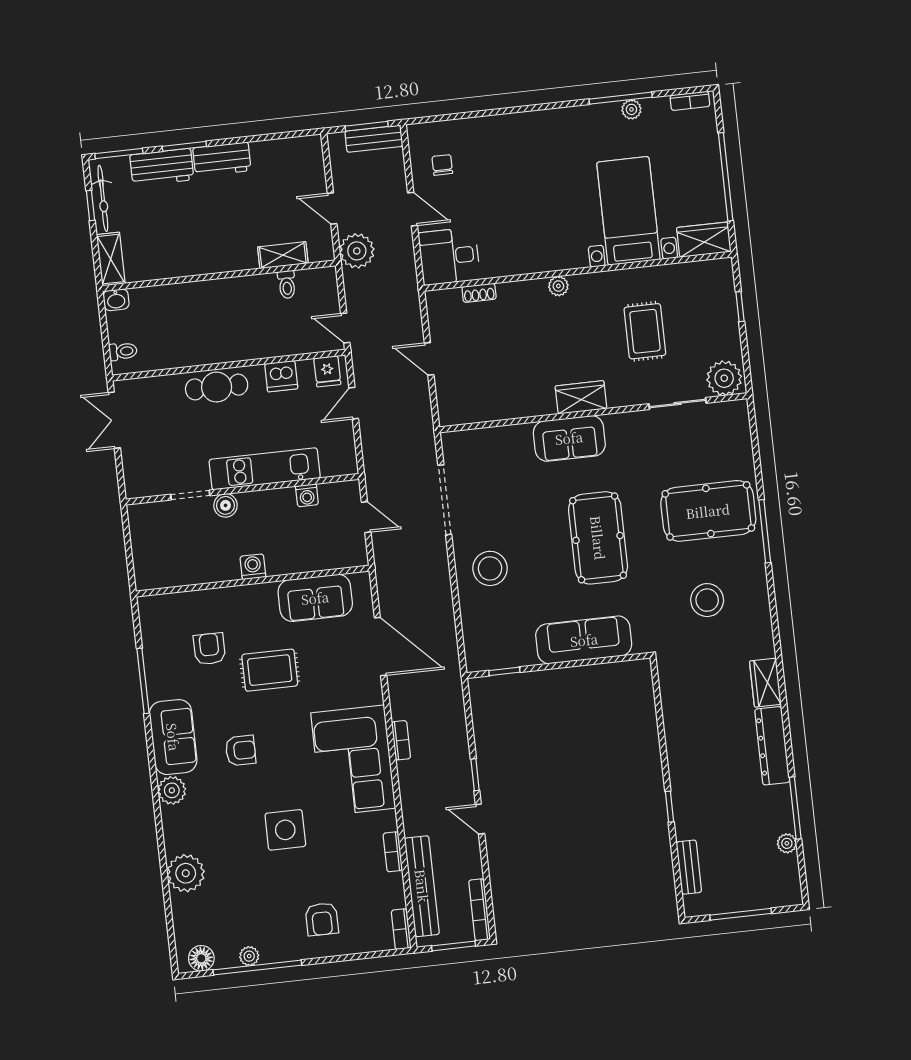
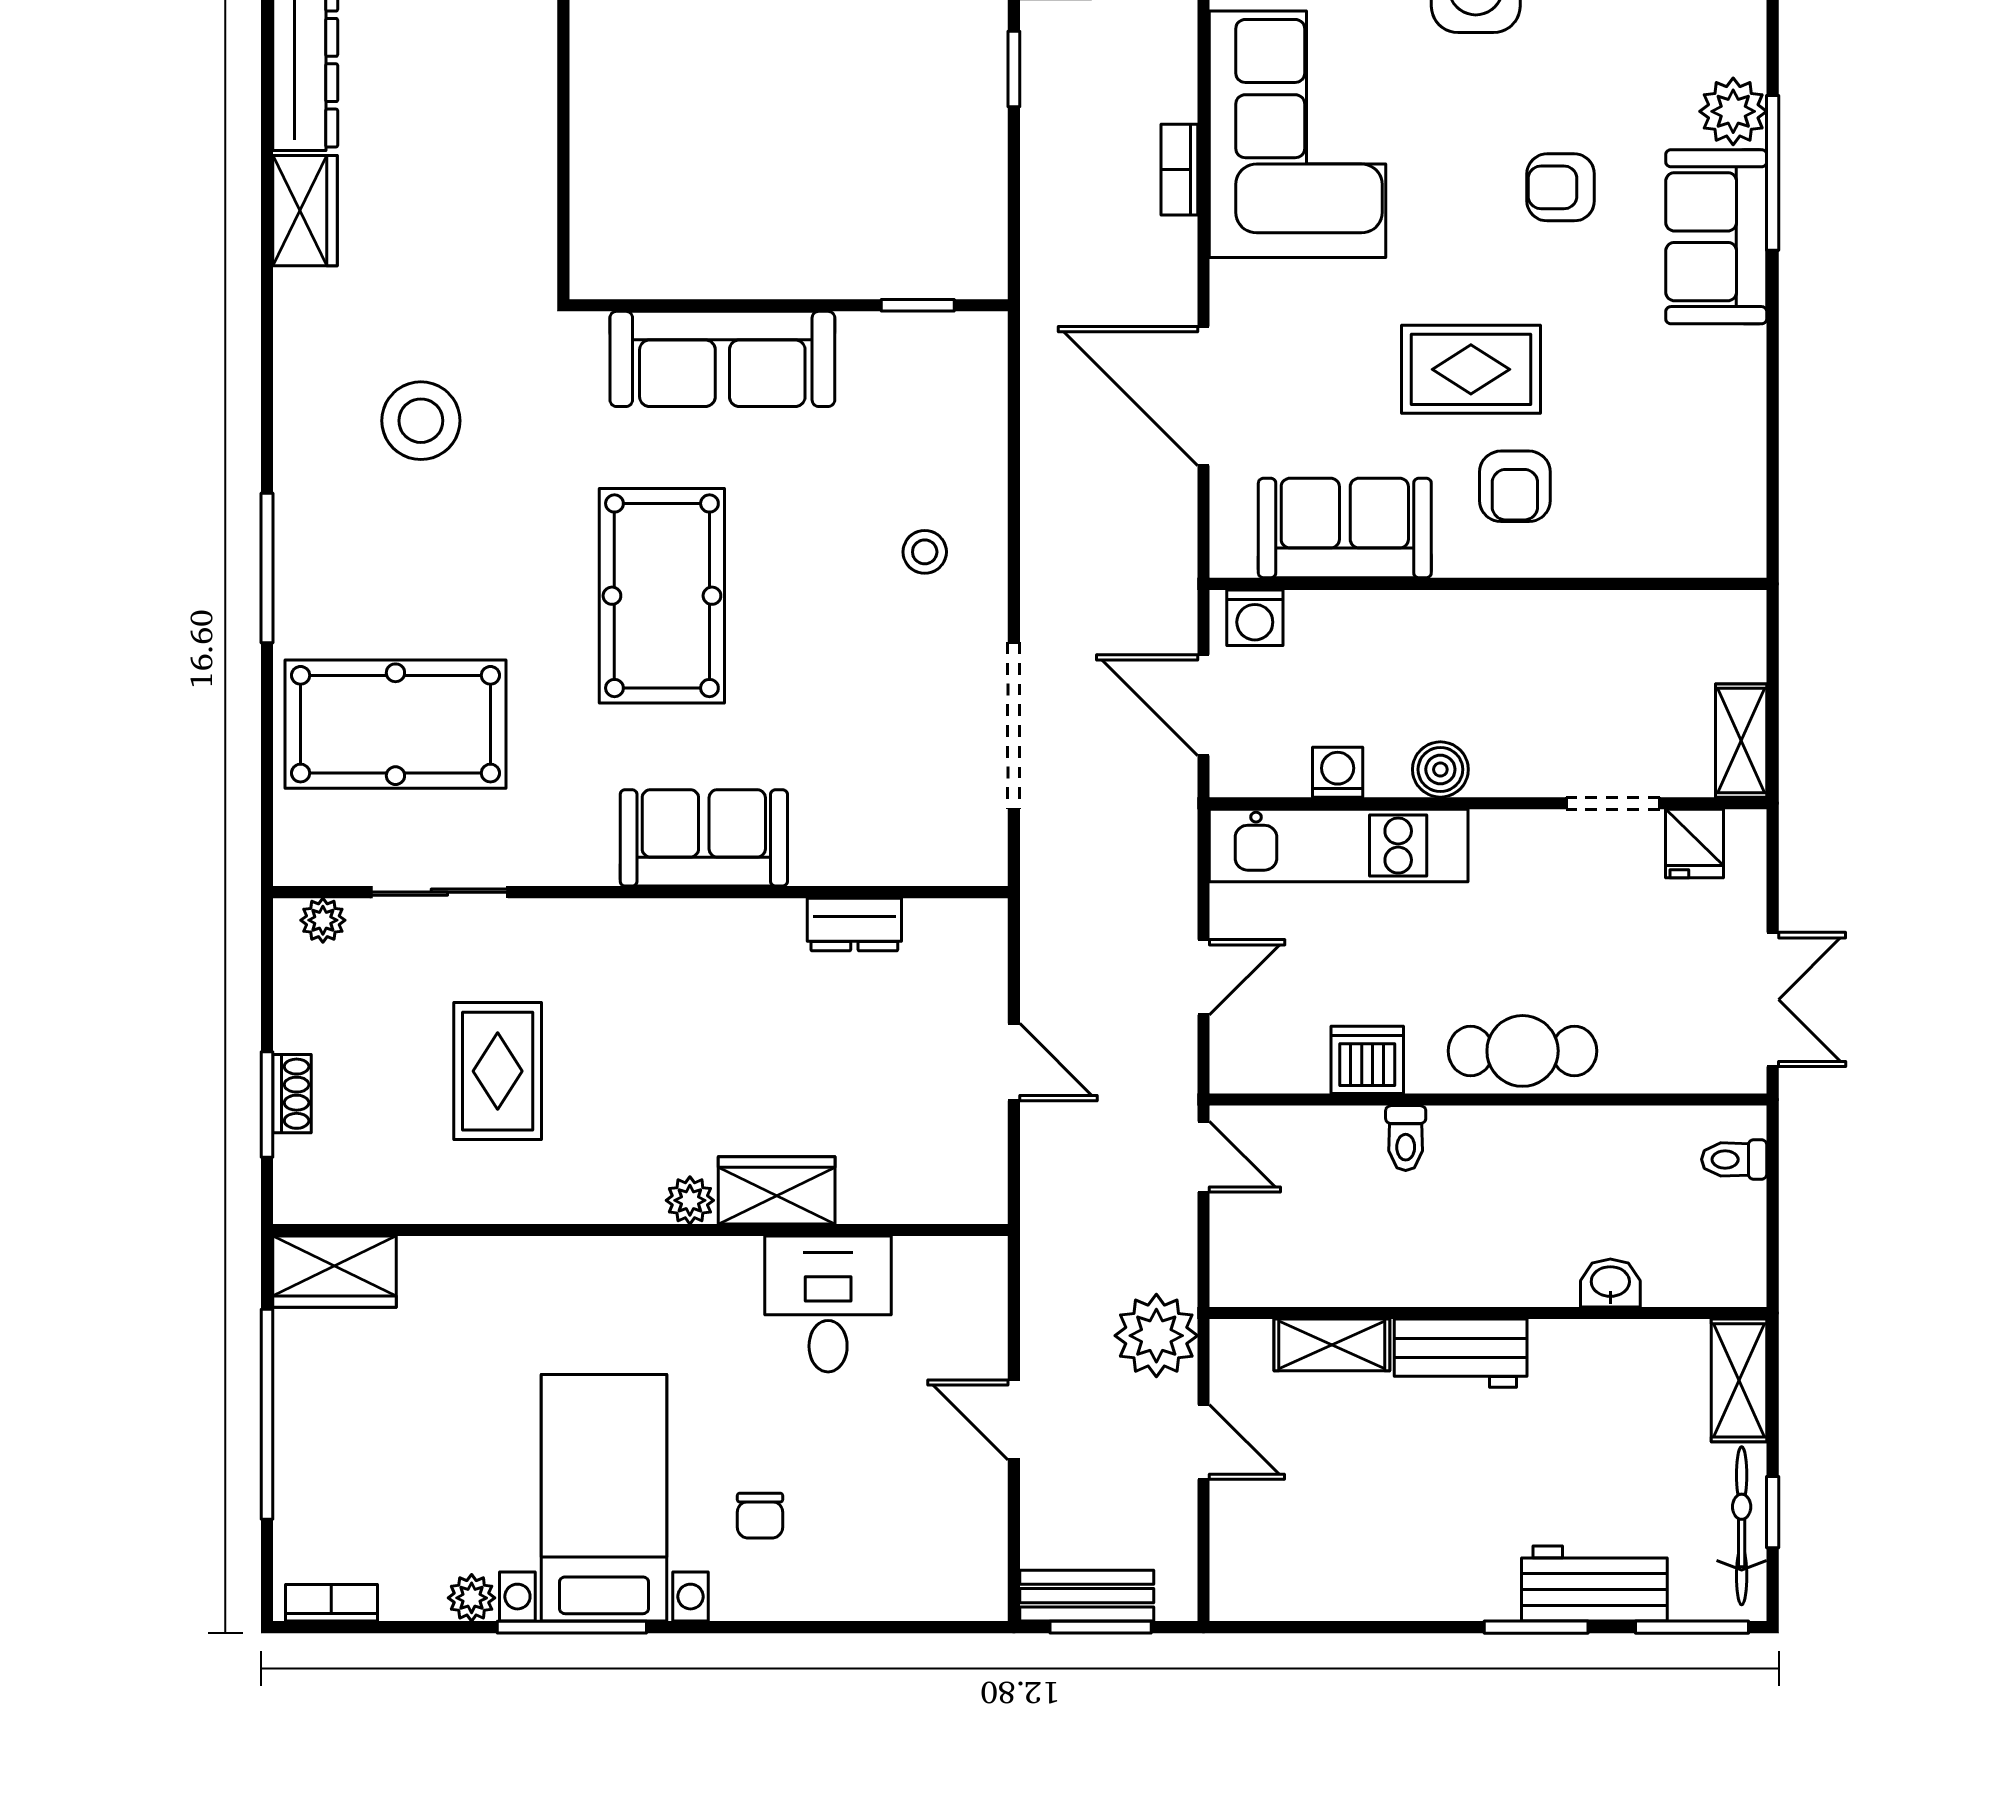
window: (621, 98) -> (572, 1627), moved
workbench: (222, 159) -> (1461, 1353), moved, turned 180
chair: (442, 165) -> (760, 1516), moved
bed with nightstands: (628, 211) -> (604, 1498), moved, turned 180
desk: (449, 256) -> (828, 1304), moved, turned -90
toilet: (287, 285) -> (1406, 1138), moved, turned 180
shoe rack: (479, 293) -> (292, 1094), moved, turned 90
washbasin: (116, 300) -> (1610, 1283), moved
window: (740, 307) -> (267, 1104), width x1.50
fridge: (327, 371) -> (1694, 844), moved, turned 180
plant: (724, 378) -> (323, 920), width x0.53, depth x0.53
wardrobe: (581, 397) -> (777, 1190), moved, turned 180
dresser: (502, 409) -> (854, 924), added
kitchen unit: (265, 469) -> (1339, 846), moved
boiler: (226, 505) -> (1440, 769), moved
pool table: (708, 511) -> (395, 724), moved
door: (366, 517) -> (1204, 705), width x1.37
shelving: (139, 527) -> (1741, 741), added
washing machine: (253, 567) -> (1255, 618), moved
stool: (490, 568) -> (925, 552), width x0.53, depth x0.53
armchair: (209, 649) -> (1515, 486), moved
window: (143, 681) -> (1773, 173), moved

